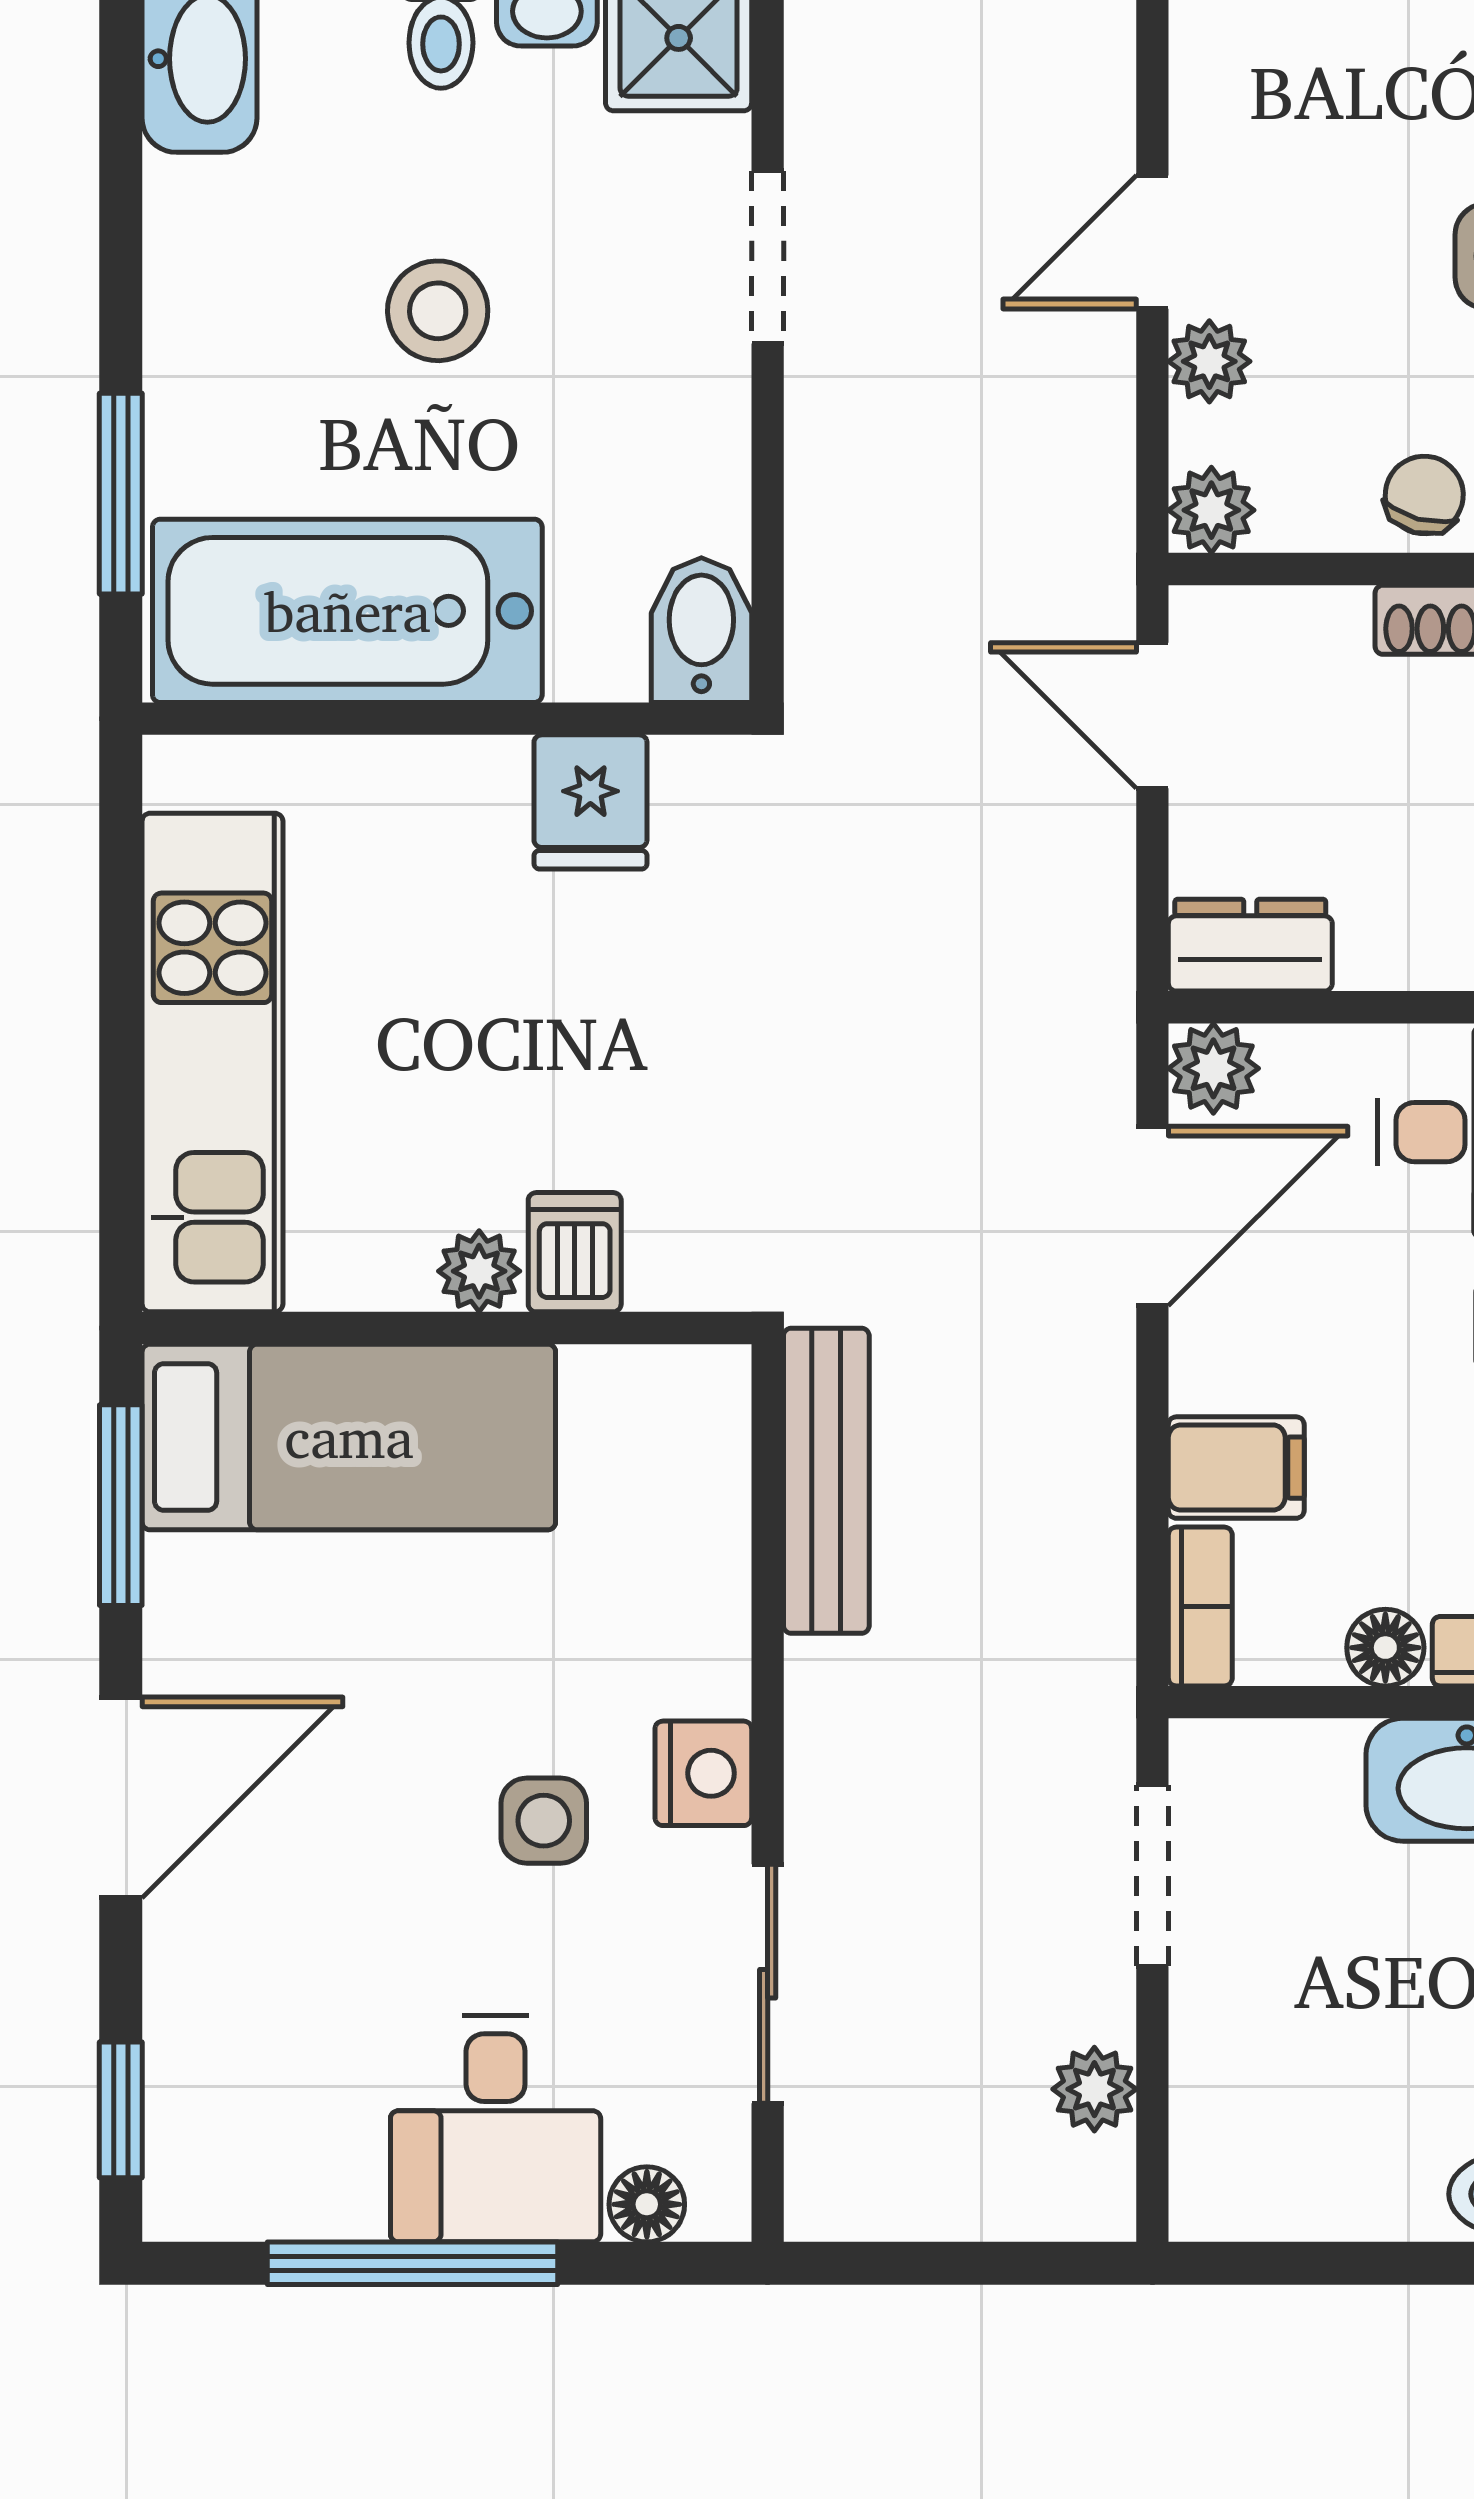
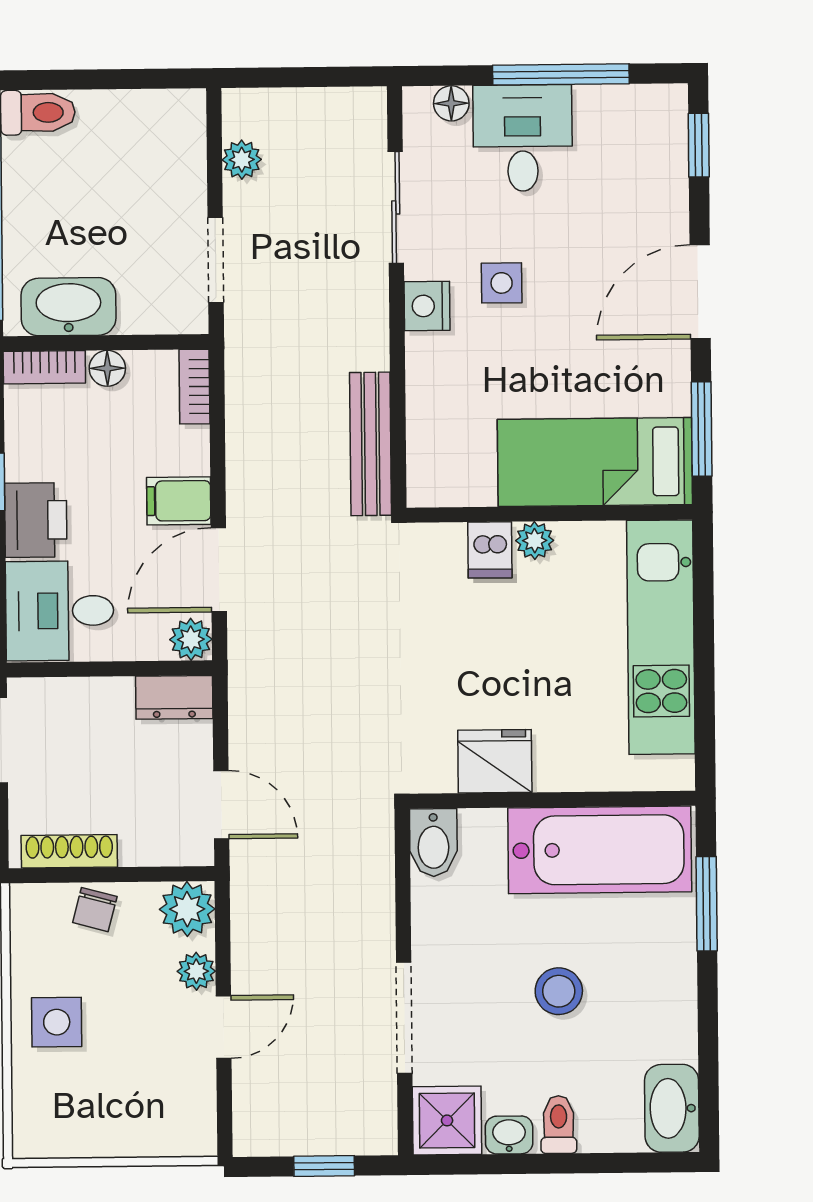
doorway: (768, 257) -> (404, 1018), width x1.38
plant: (1211, 510) -> (187, 909), width x1.38, depth x1.38
fridge: (590, 802) -> (495, 761), width x1.38
filing cabinet: (1236, 1468) -> (179, 501), moved

